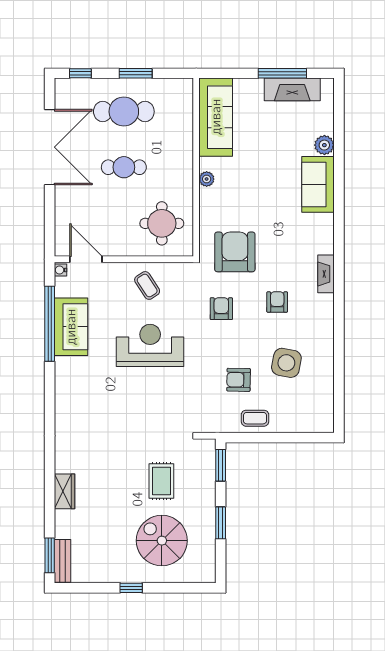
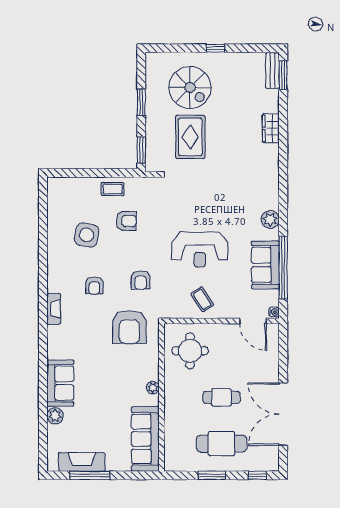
plant: (65, 381) -> (270, 220), added
rug: (161, 481) -> (190, 137), width x1.36, depth x1.43

